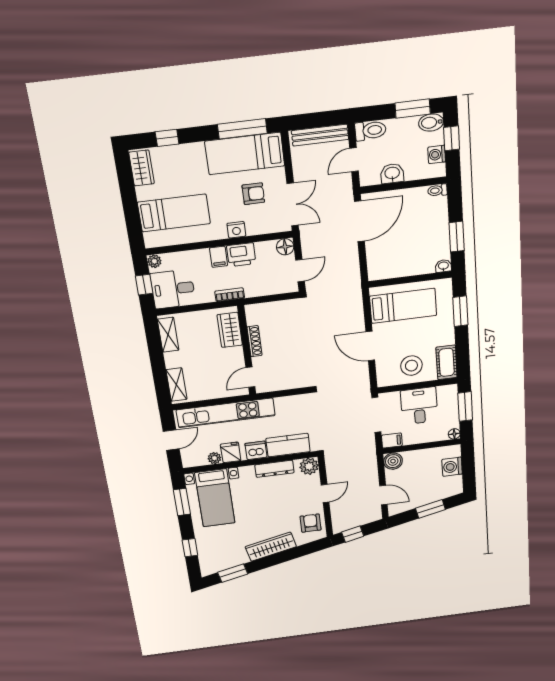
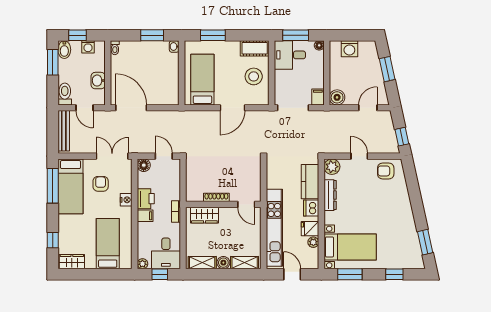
boiler: (172, 360) -> (223, 263), added
desk: (419, 406) -> (290, 55), moved
wardrobe: (271, 547) -> (404, 207), removed

